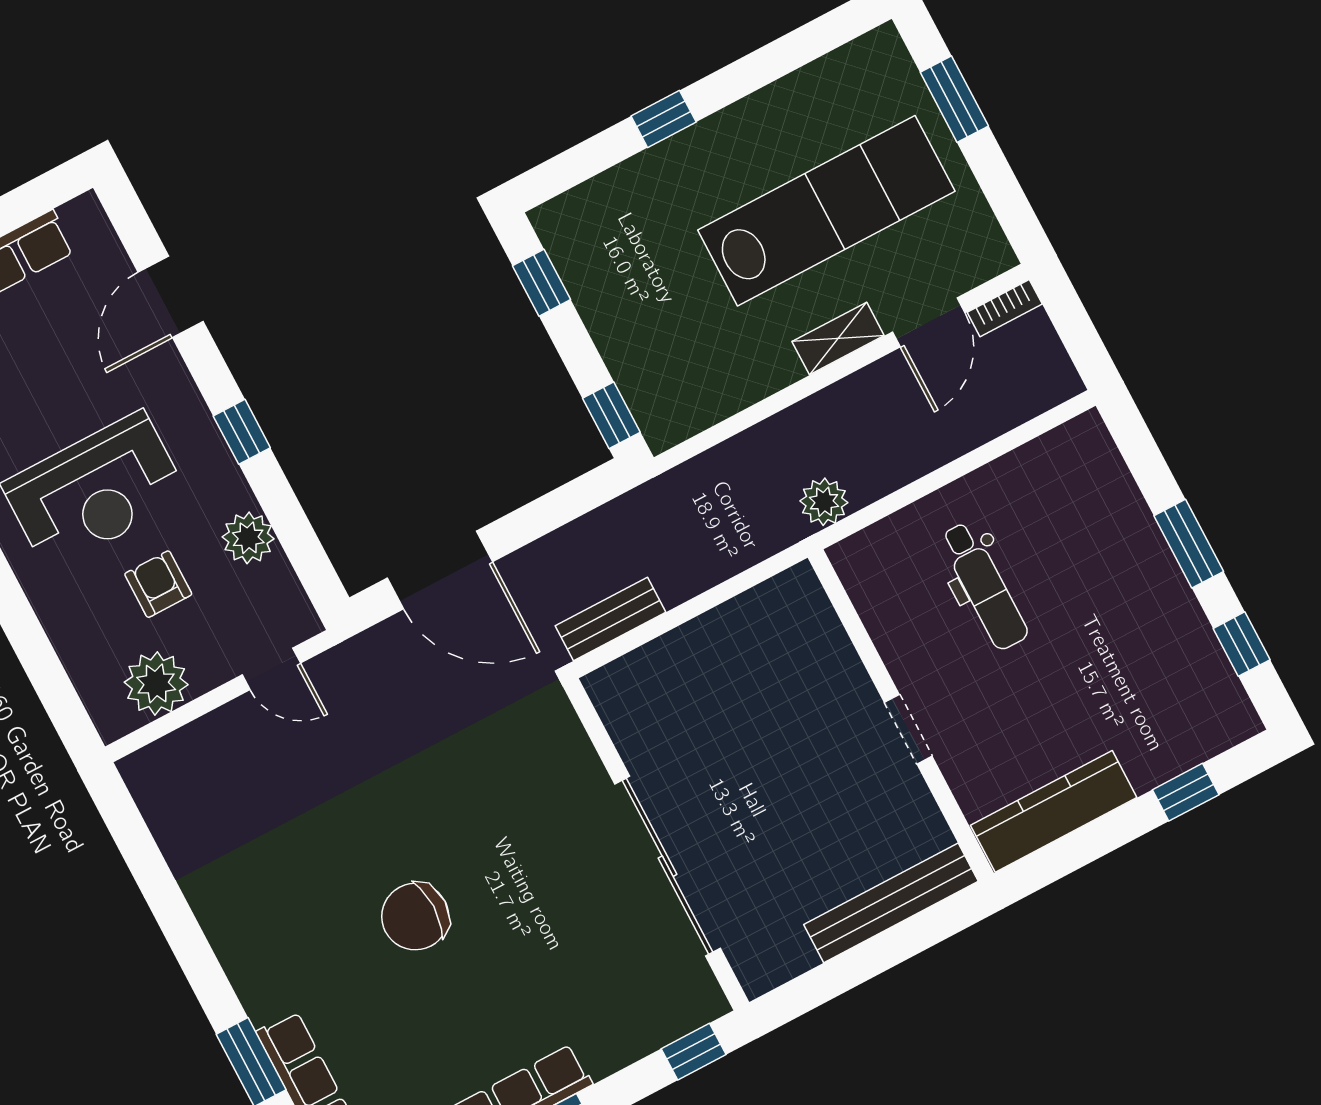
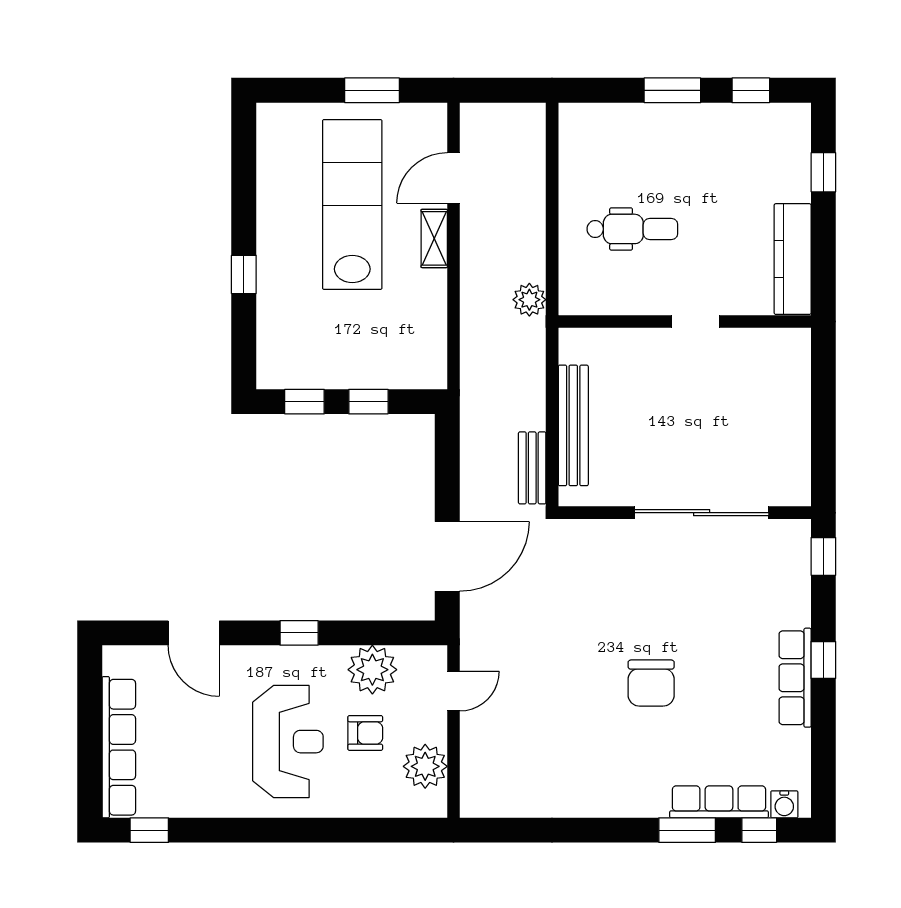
window: (954, 99) -> (372, 90), moved
bookcase: (1005, 308) -> (469, 127), removed
door: (929, 322) -> (453, 178), swing flipped
window: (611, 415) -> (368, 402), moved
plant: (248, 538) -> (372, 670), width x1.36, depth x1.36
armchair: (158, 584) -> (365, 733), turned 180
bench: (891, 903) -> (573, 425), moved

